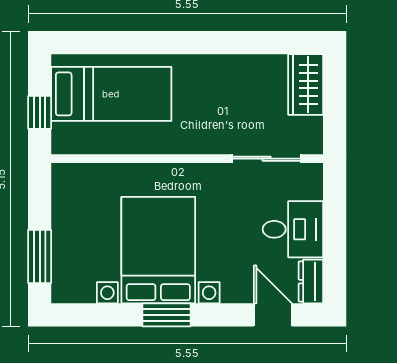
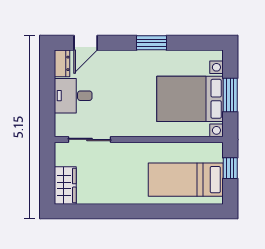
bed with nightstands: (158, 250) -> (190, 99), moved, turned 90
window: (40, 257) -> (230, 95), moved
door: (273, 315) -> (86, 43), hinge flipped

